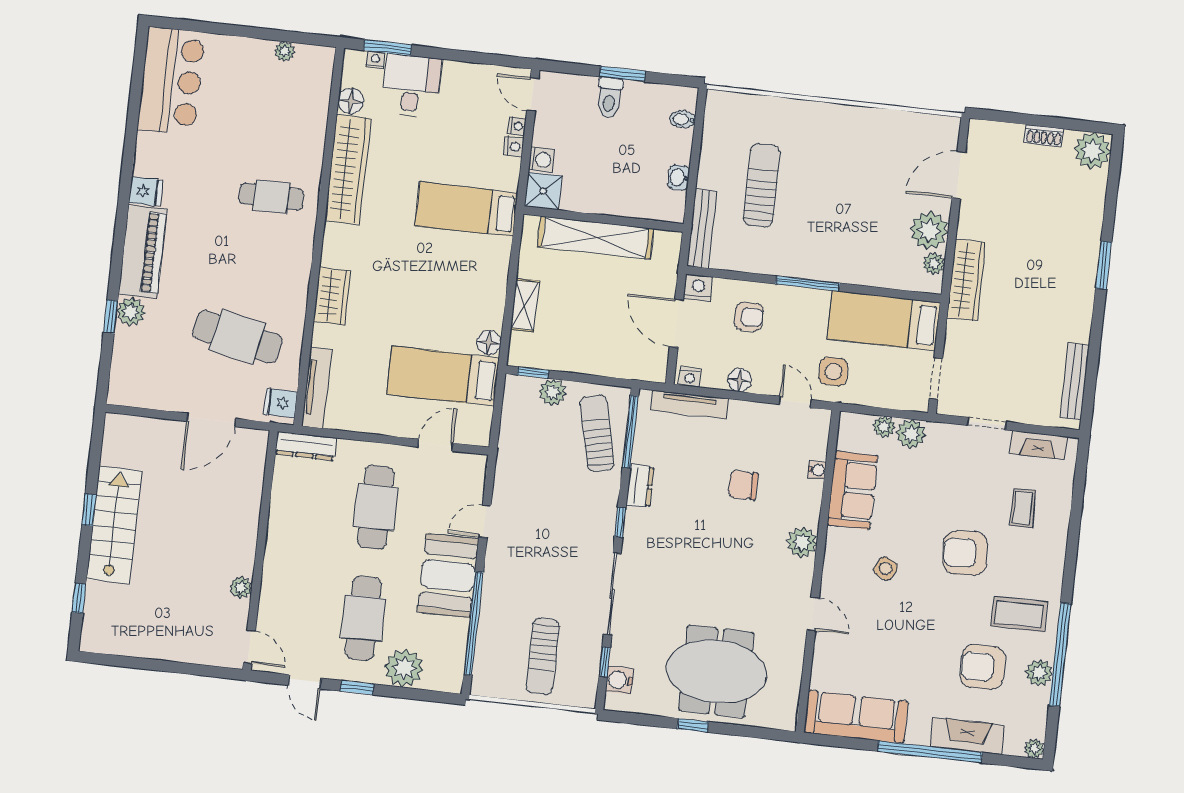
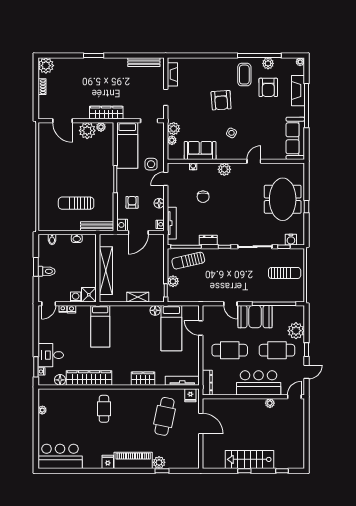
coffee table: (1023, 508) -> (199, 78), removed
bar counter: (291, 566) -> (259, 383), added

